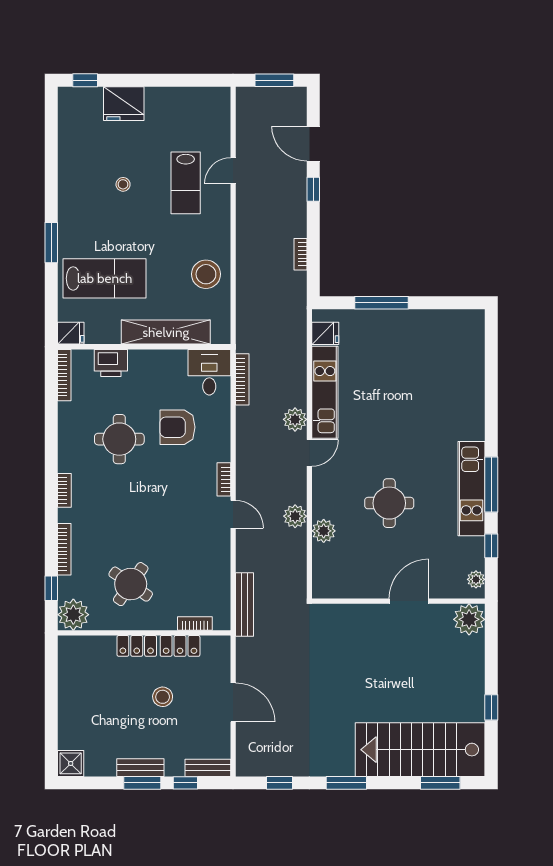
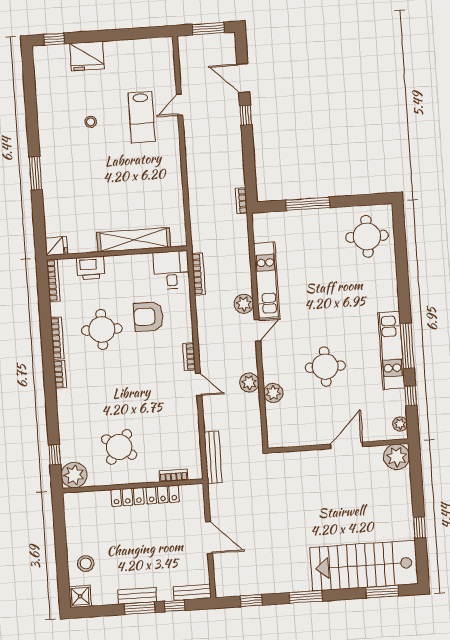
bookcase: (300, 254) -> (241, 201), moved
stool: (206, 274) -> (163, 190), removed
lab bench: (105, 278) -> (81, 200), removed
fridge: (325, 333) -> (264, 232), removed
round table: (451, 347) -> (367, 236), added
bookcase: (64, 549) -> (57, 338), moved
stool: (163, 697) -> (86, 564), moved

